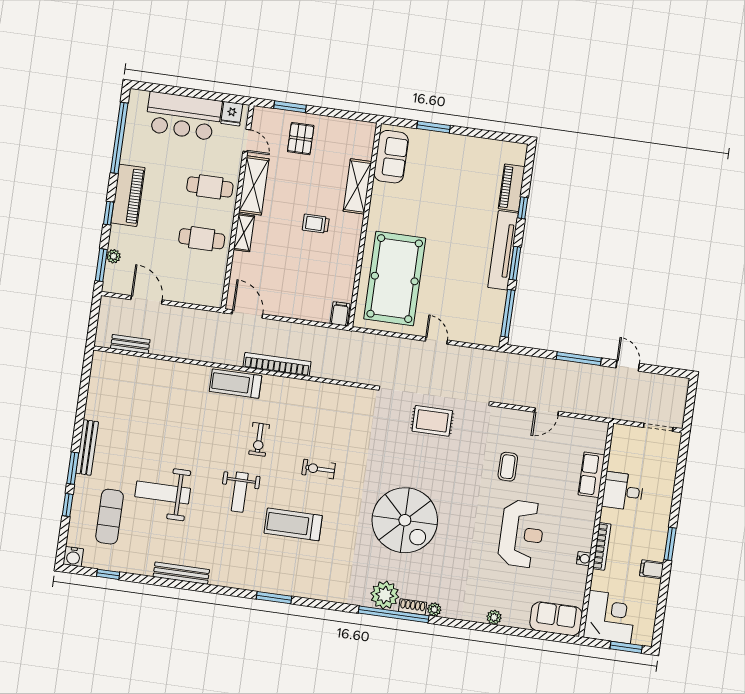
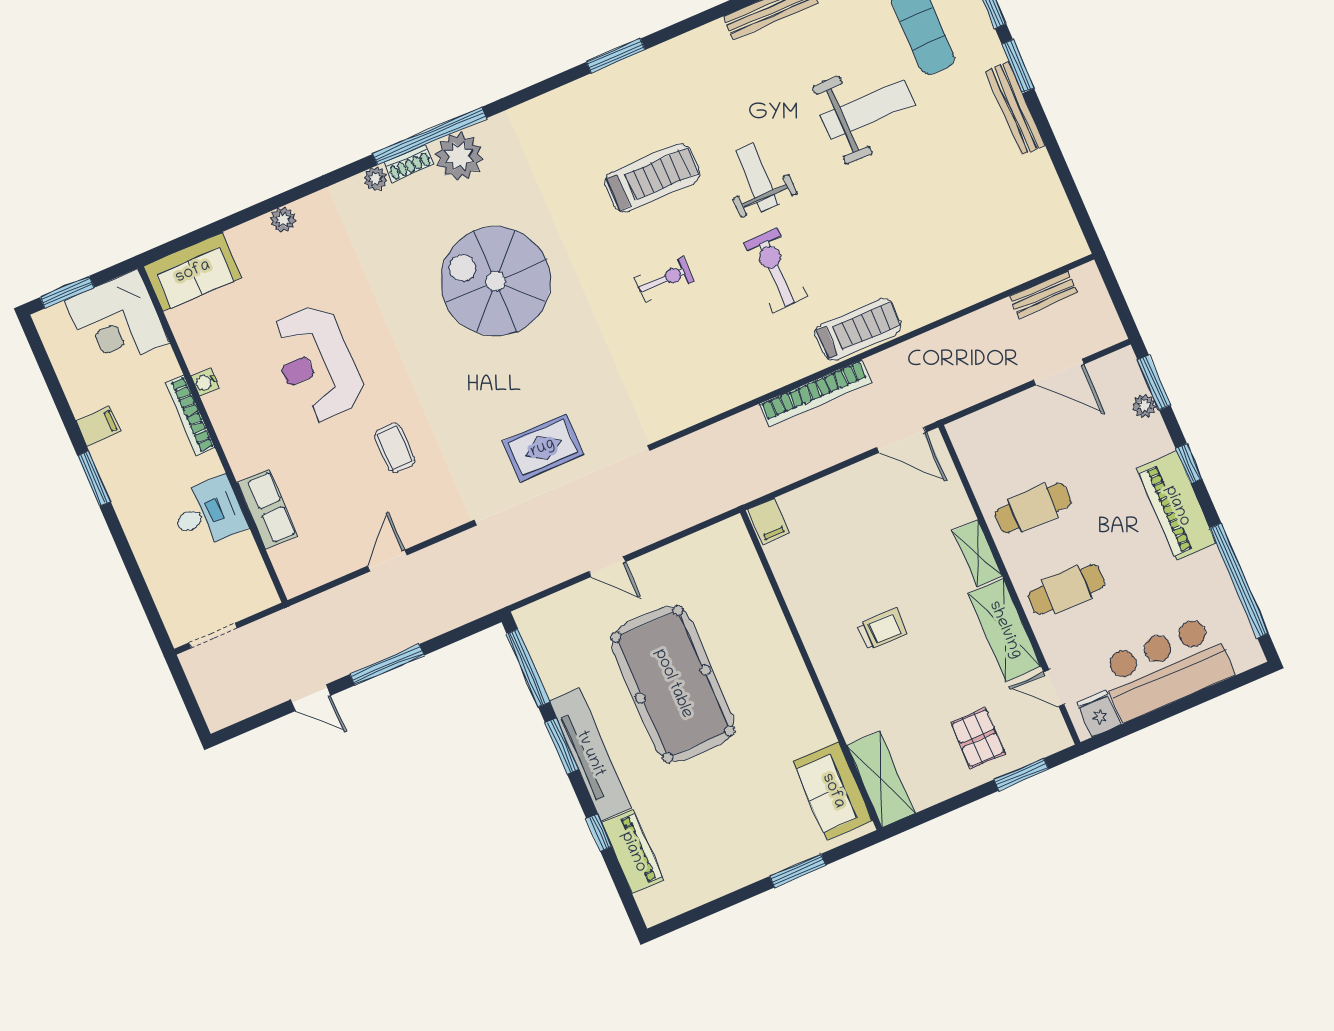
shelving: (357, 186) -> (881, 779), moved
pool table: (395, 279) -> (673, 684), moved
exercise bike: (259, 439) -> (775, 270), width x1.38, depth x1.39

